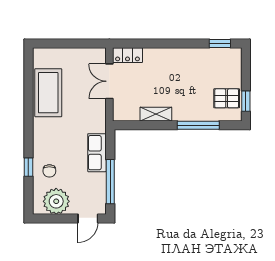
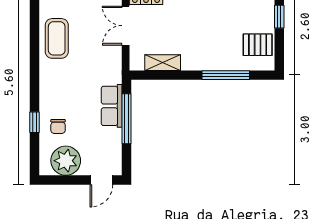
coffee table: (48, 93) -> (57, 38), width x0.73, depth x0.76
window: (246, 101) -> (279, 17), moved
shelving: (156, 114) -> (163, 63), moved
window: (110, 182) -> (127, 119), moved

